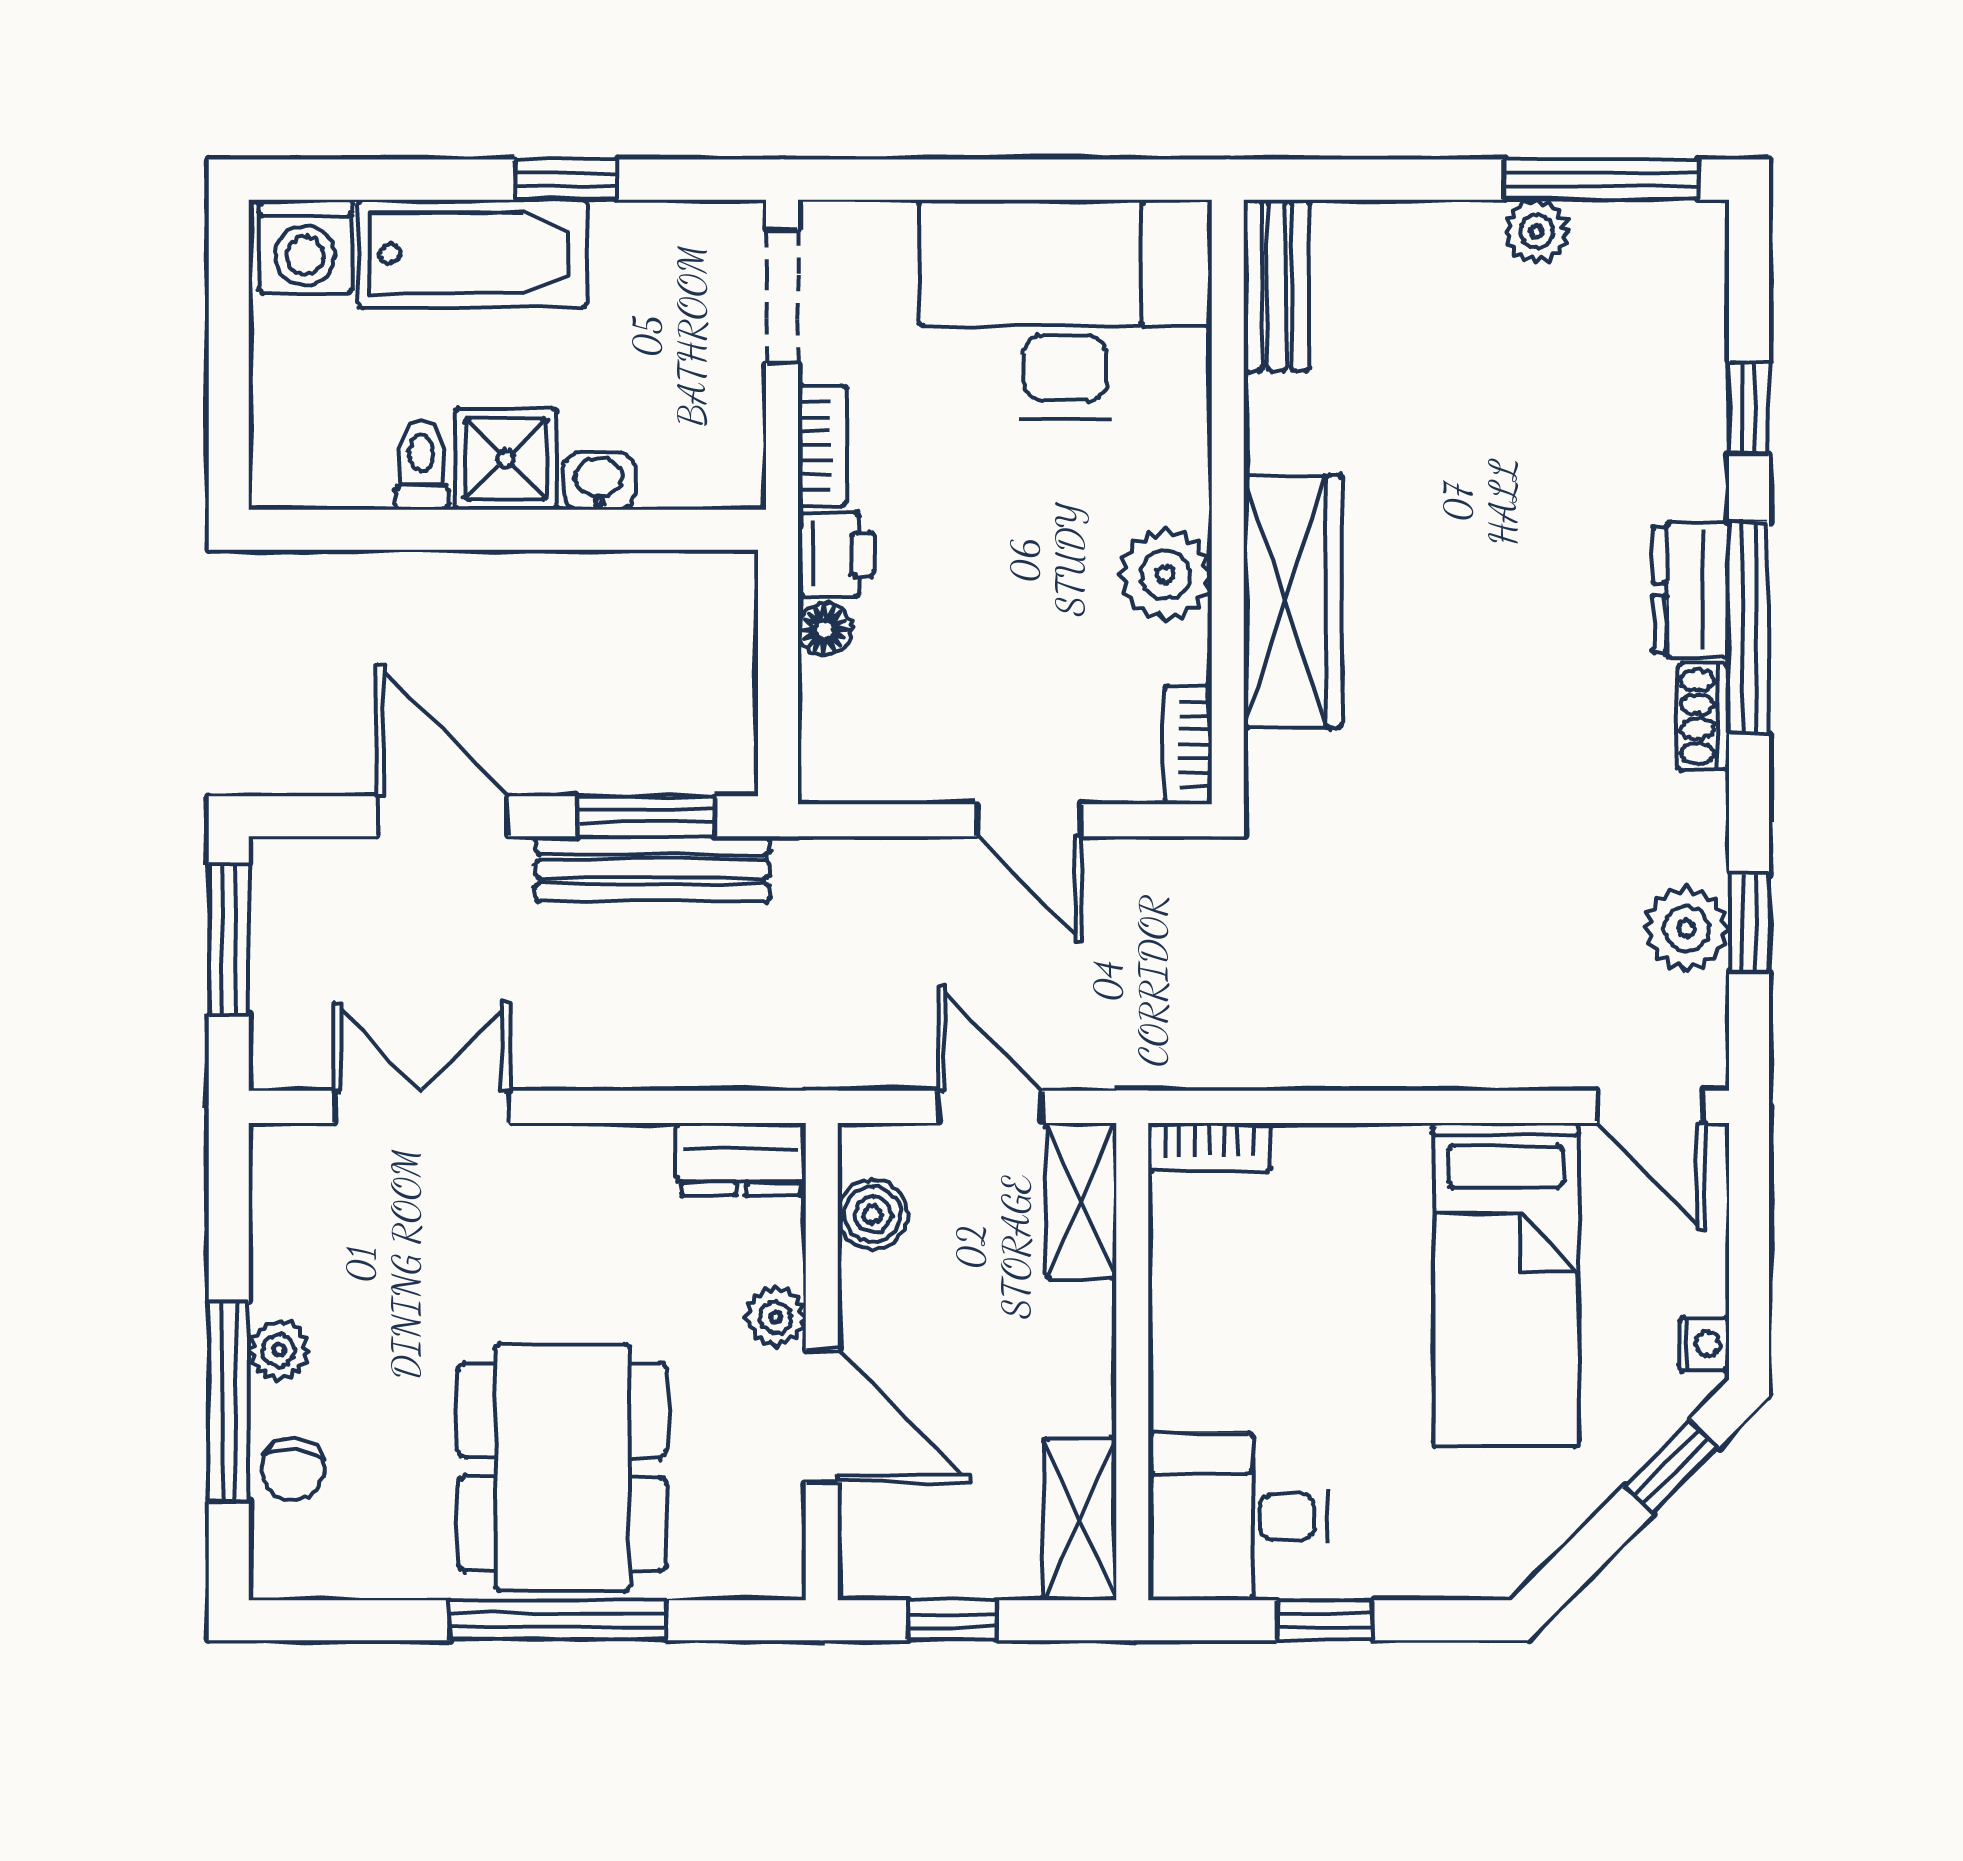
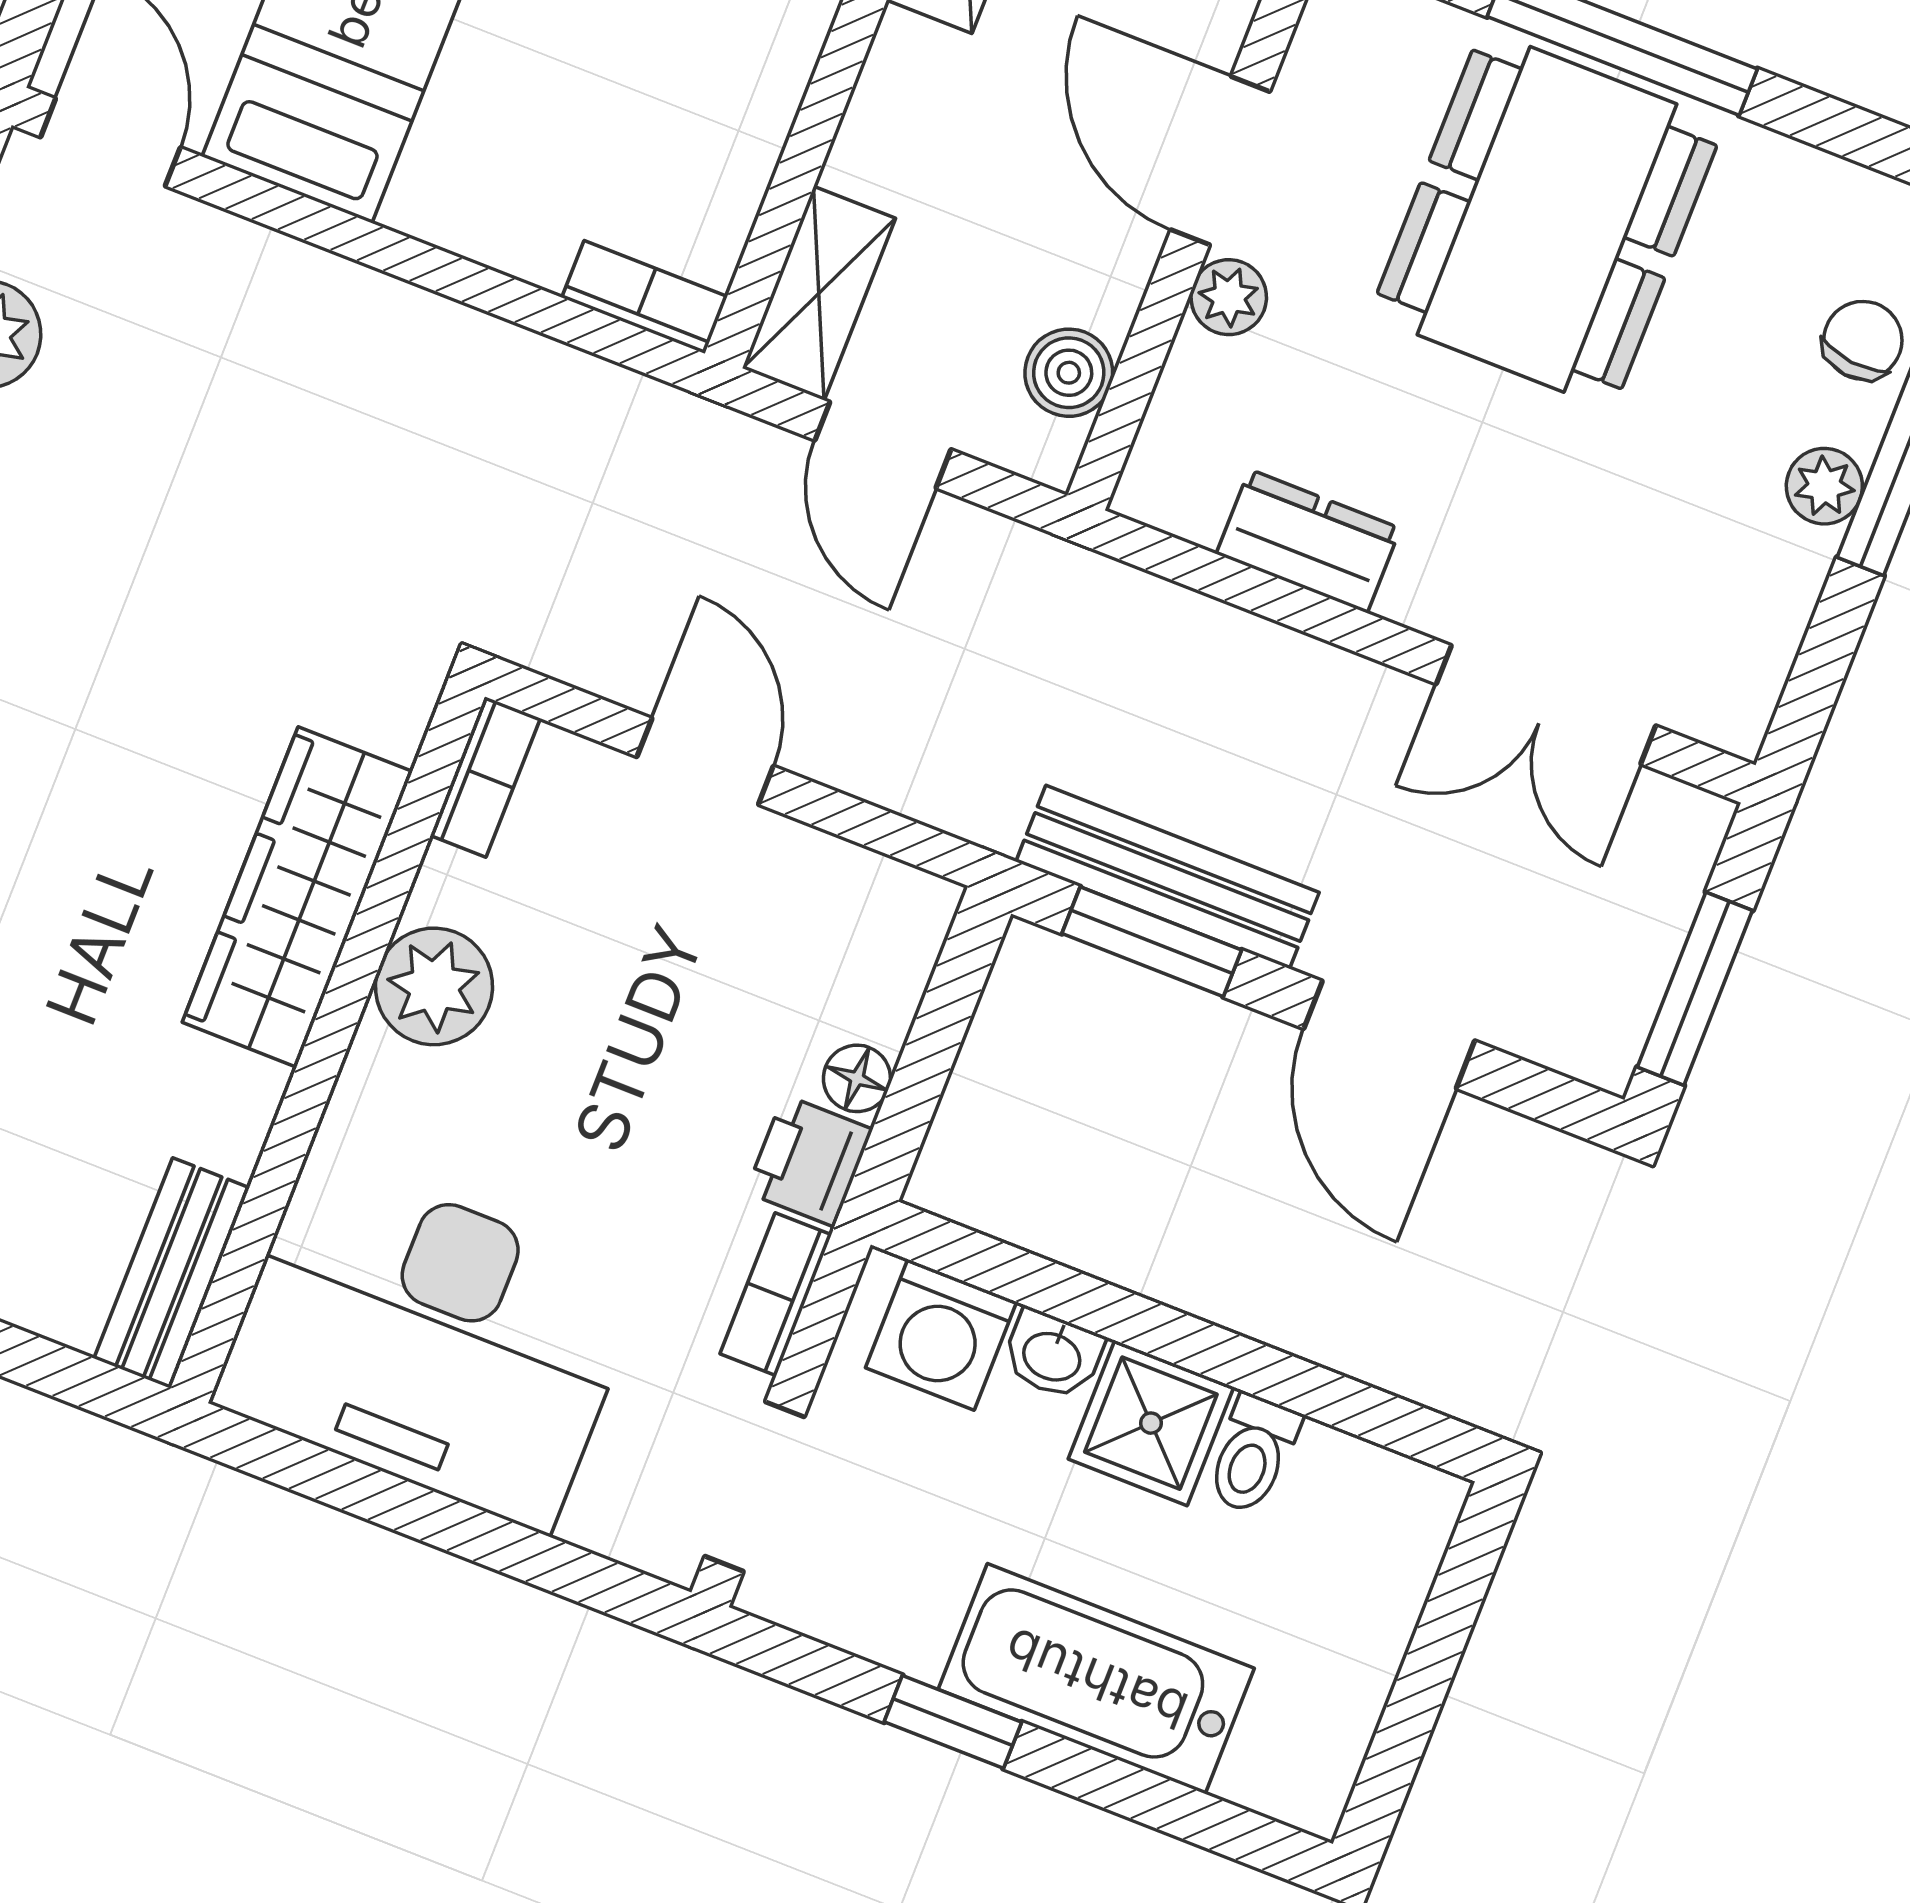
washing machine: (305, 246) -> (941, 1335), moved, turned 180
dresser: (741, 1159) -> (1308, 541), moved

